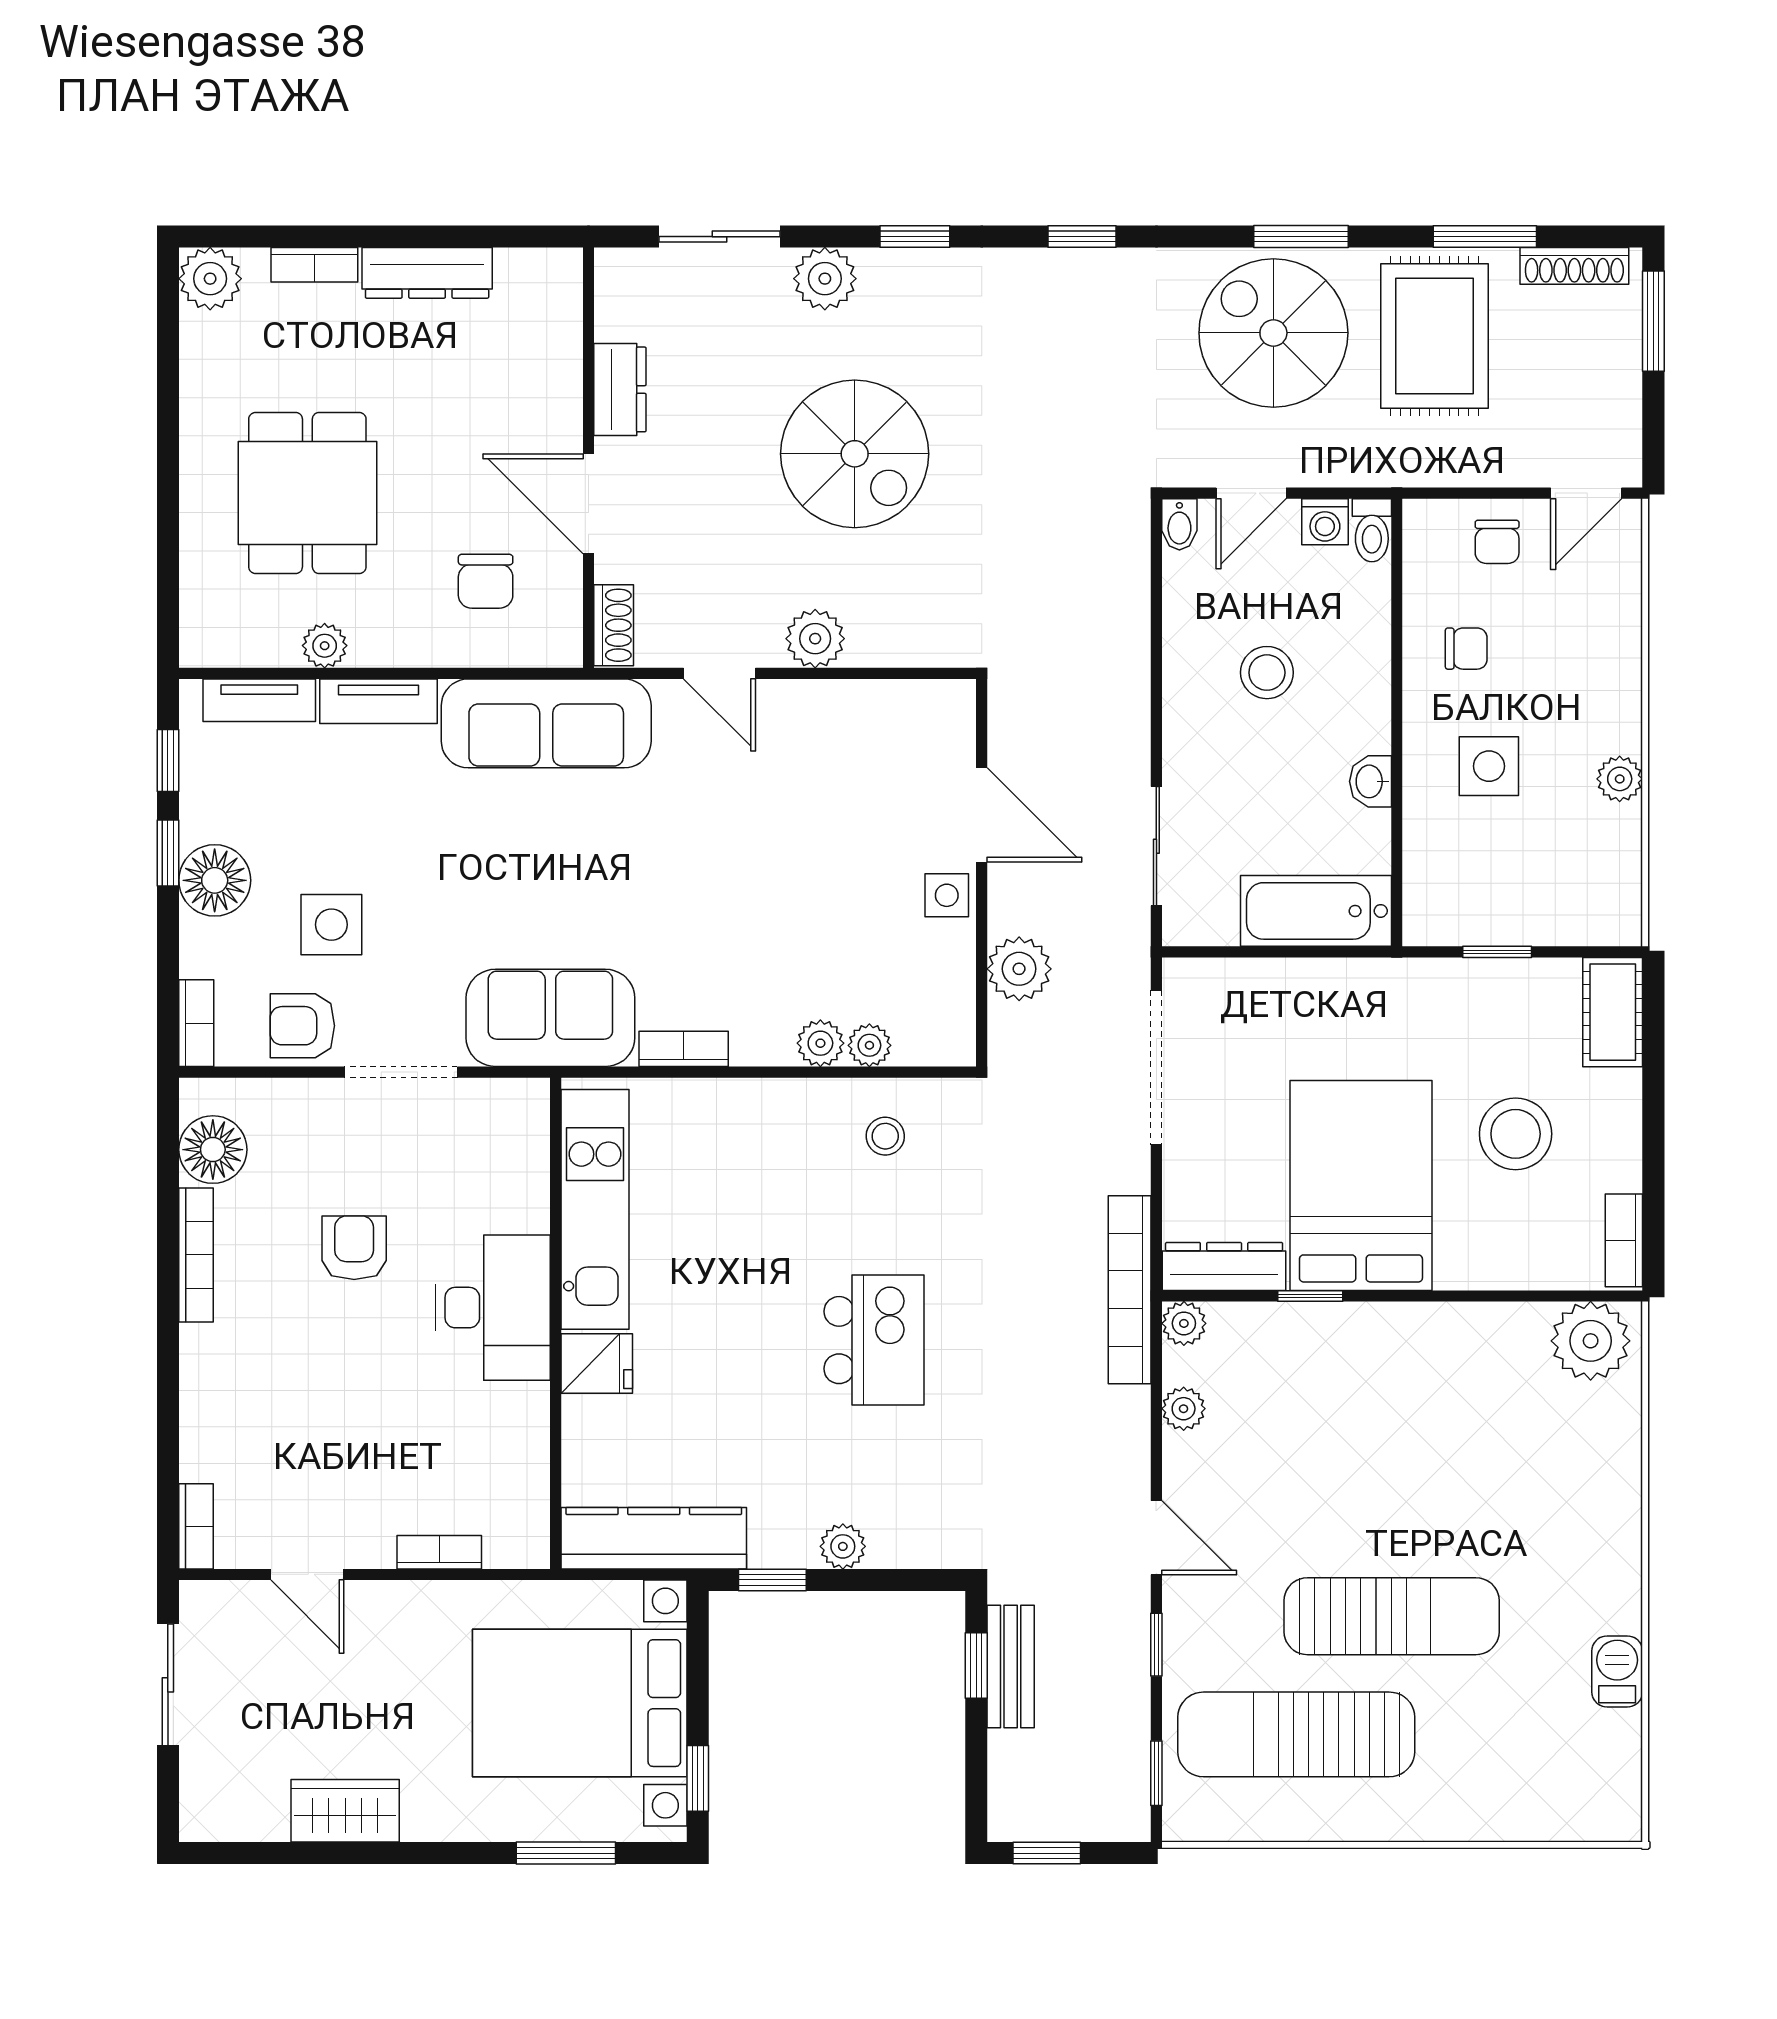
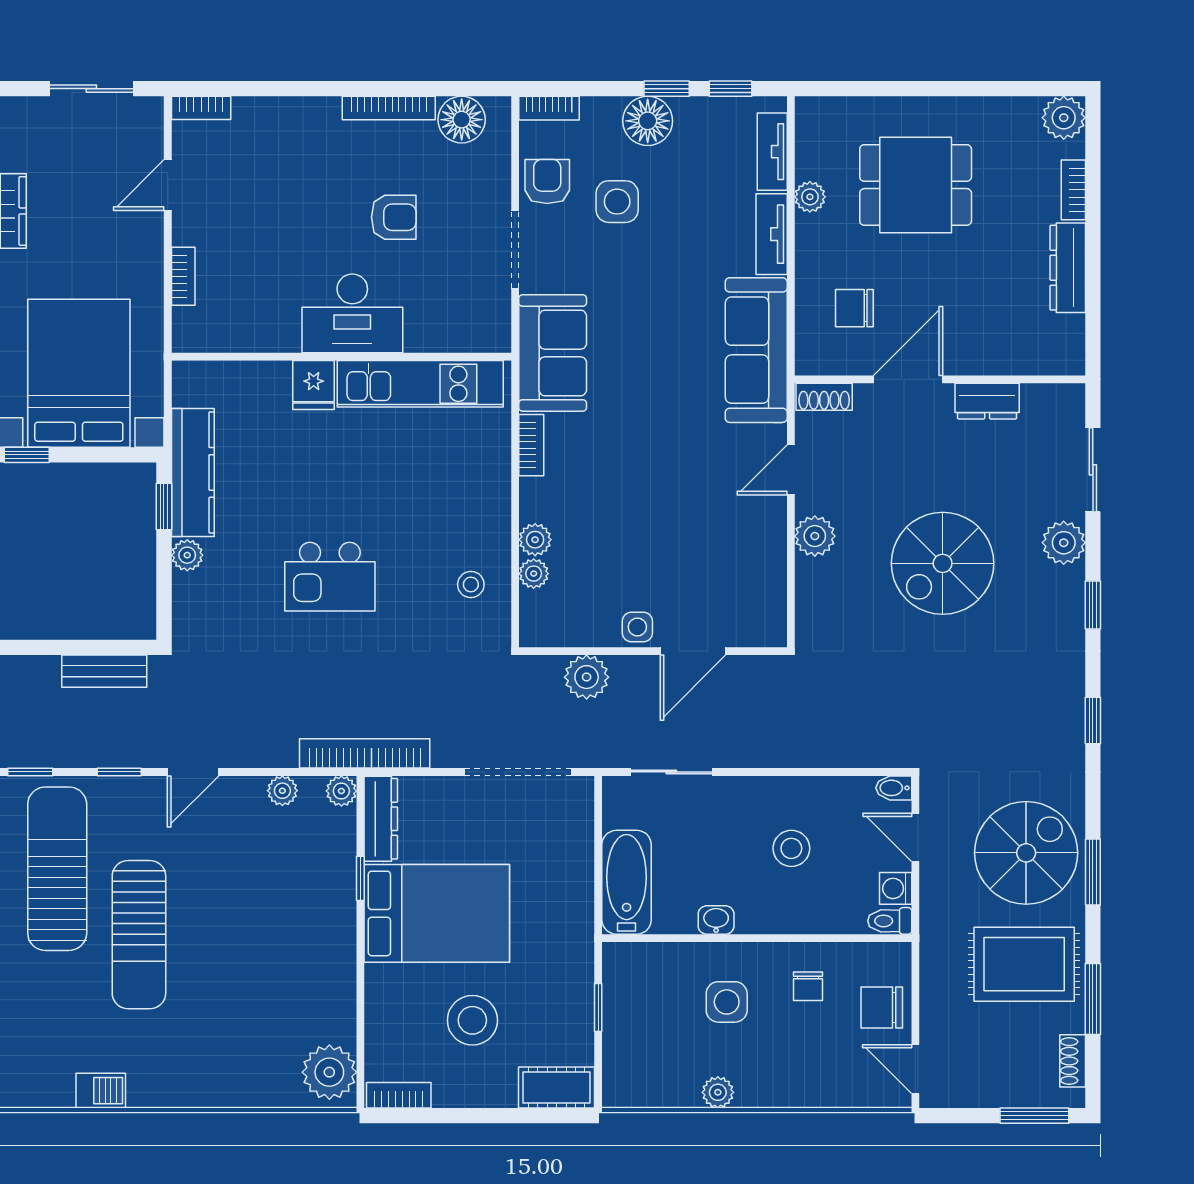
shoe rack: (1574, 266) -> (1073, 1061), width x0.70
chair: (1497, 542) -> (882, 1008), width x1.37, depth x1.37
kitchen counter: (654, 1538) -> (193, 472), moved
window: (976, 1665) -> (105, 647), removed

